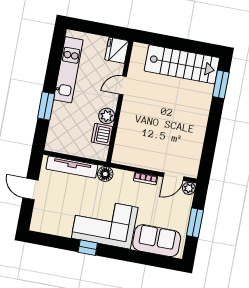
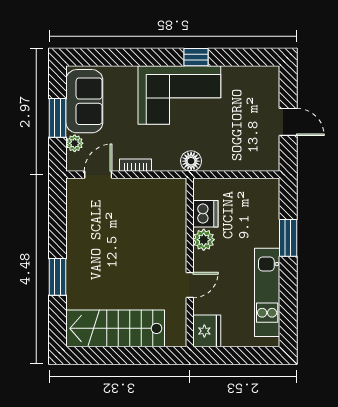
window: (221, 84) -> (57, 277), moved
tv unit: (72, 167) -> (238, 162), removed
plant: (189, 188) -> (75, 143), moved
sofa: (157, 241) -> (84, 101), moved, turned -90

